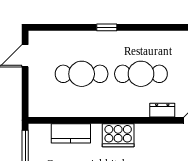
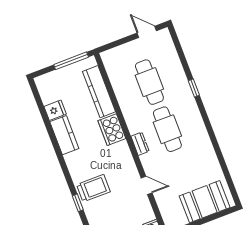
dresser: (162, 110) -> (140, 144), moved
kitchen counter: (71, 133) -> (99, 92), width x1.50

